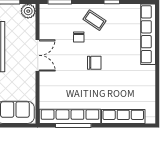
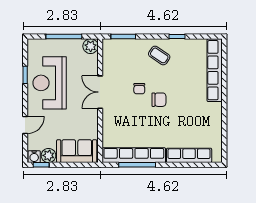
chair: (79, 37) -> (139, 89), moved
double door: (38, 55) -> (100, 92), swing flipped

